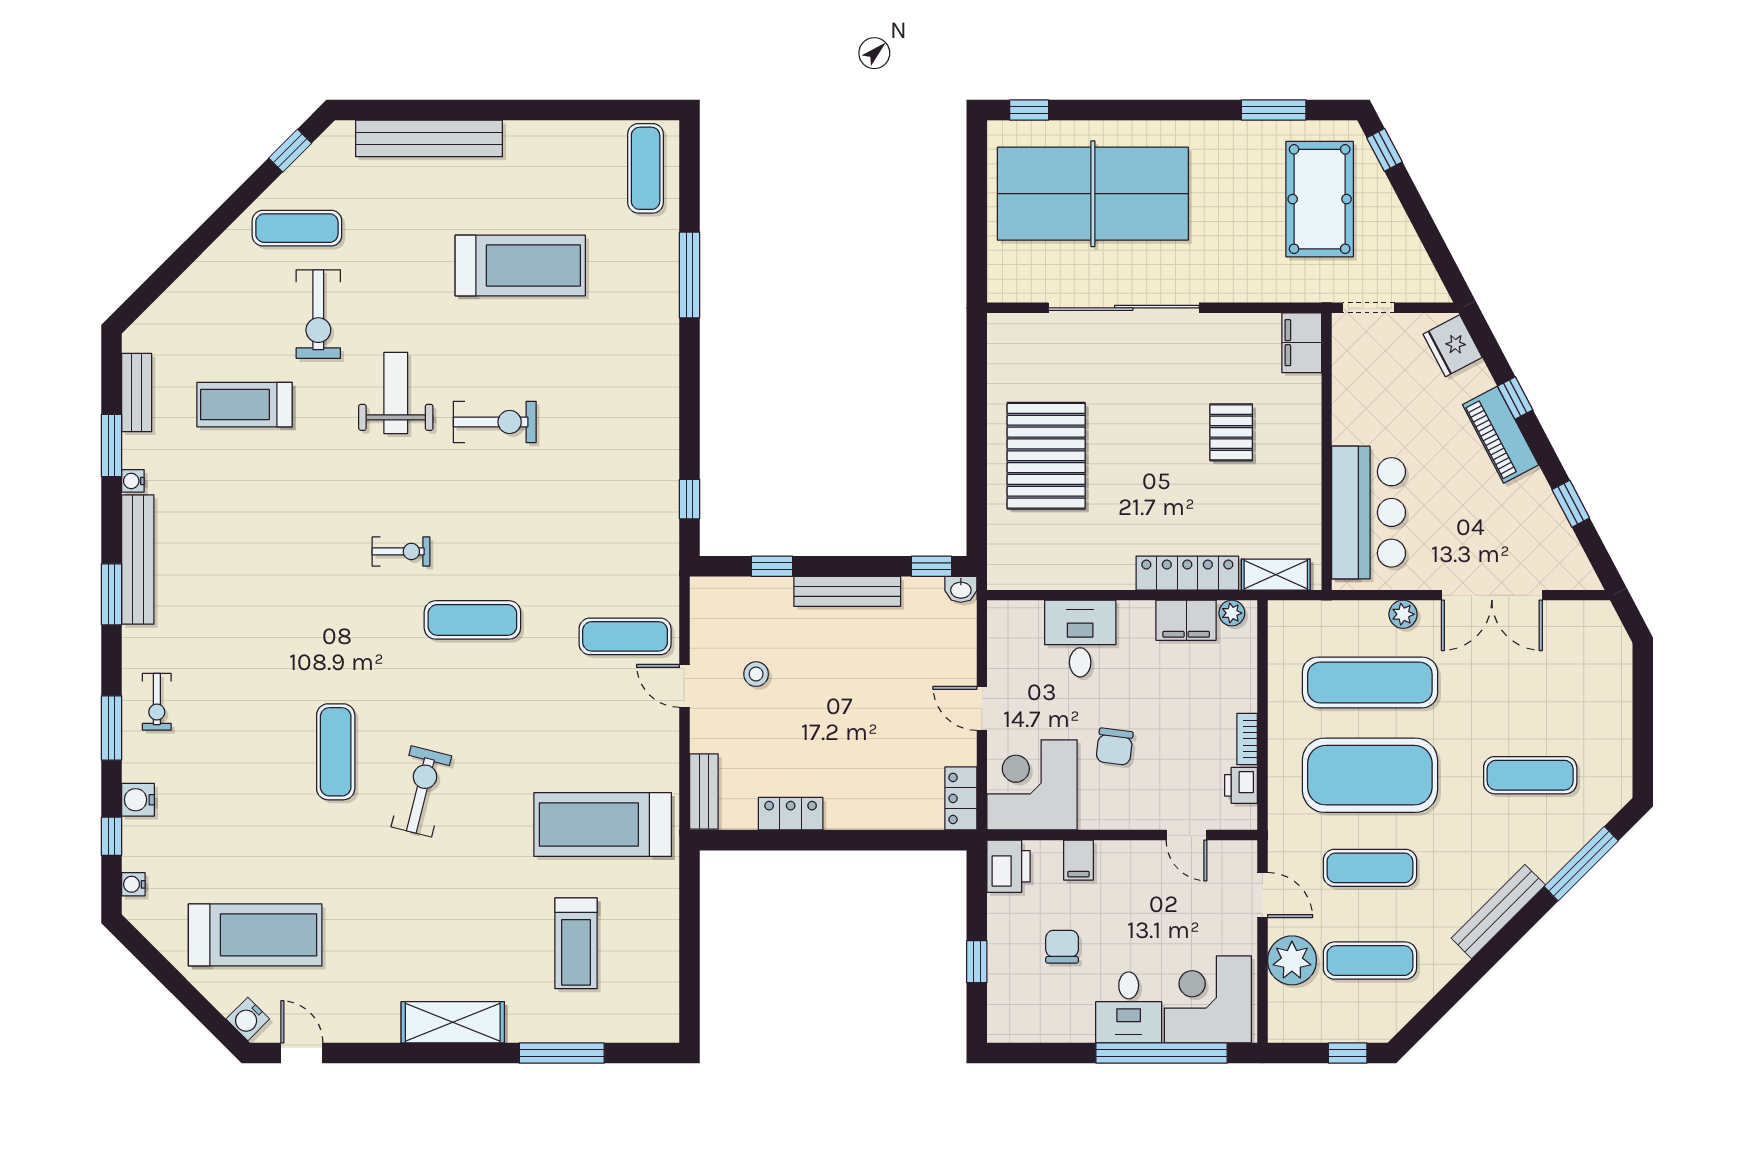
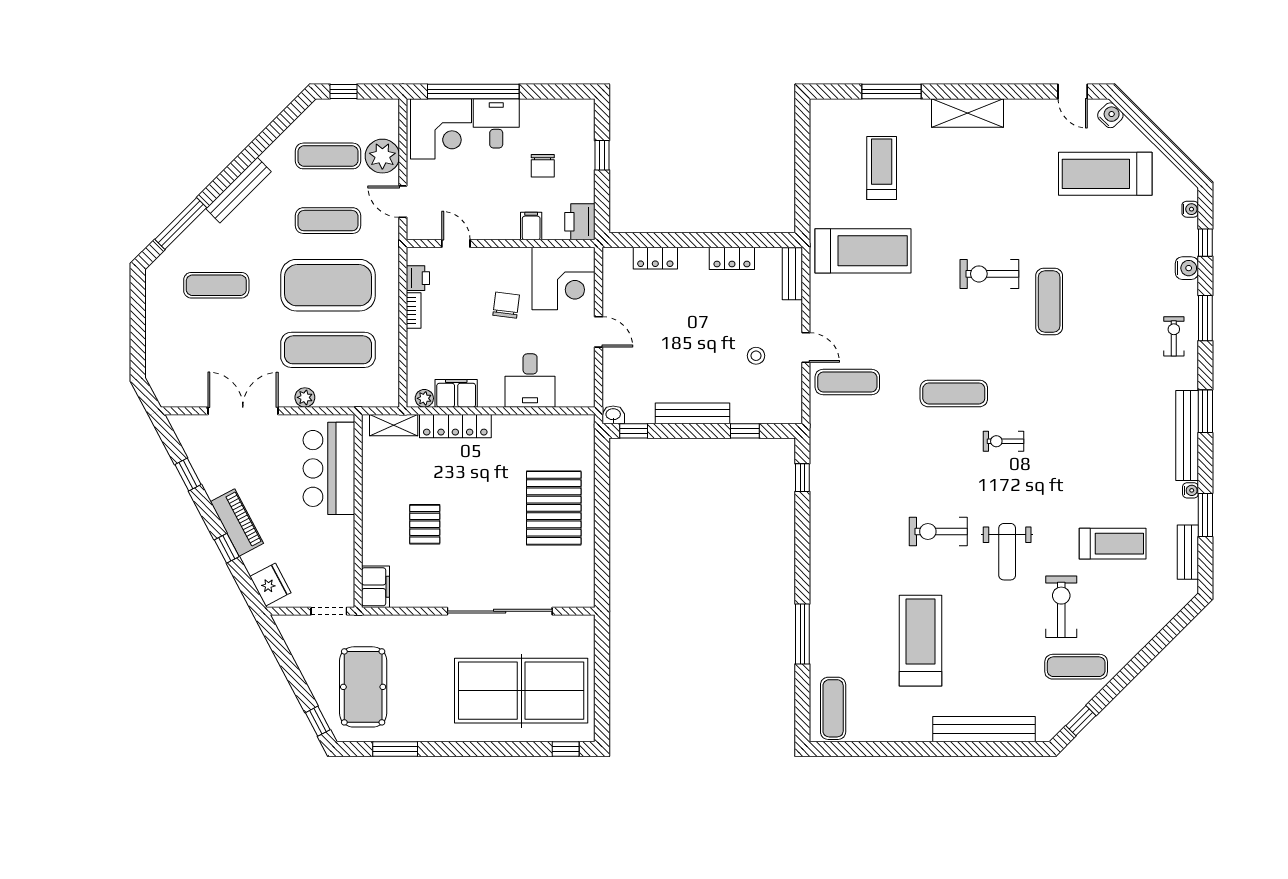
treadmill: (520, 265) -> (920, 641), turned 90
exercise bike: (421, 791) -> (989, 274), turned 76
locker: (961, 798) -> (655, 258), moved, turned 90

